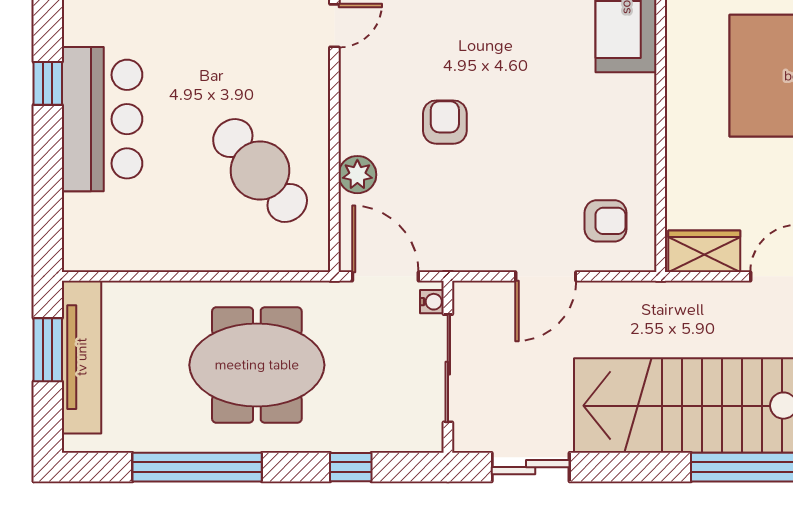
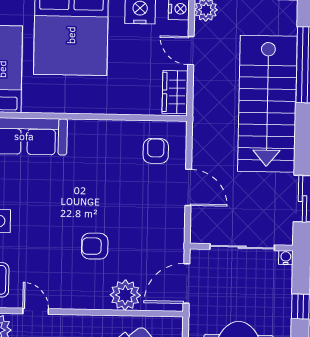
plant: (357, 175) -> (125, 295), width x1.36, depth x1.36
water cooler: (432, 302) -> (286, 258), moved

